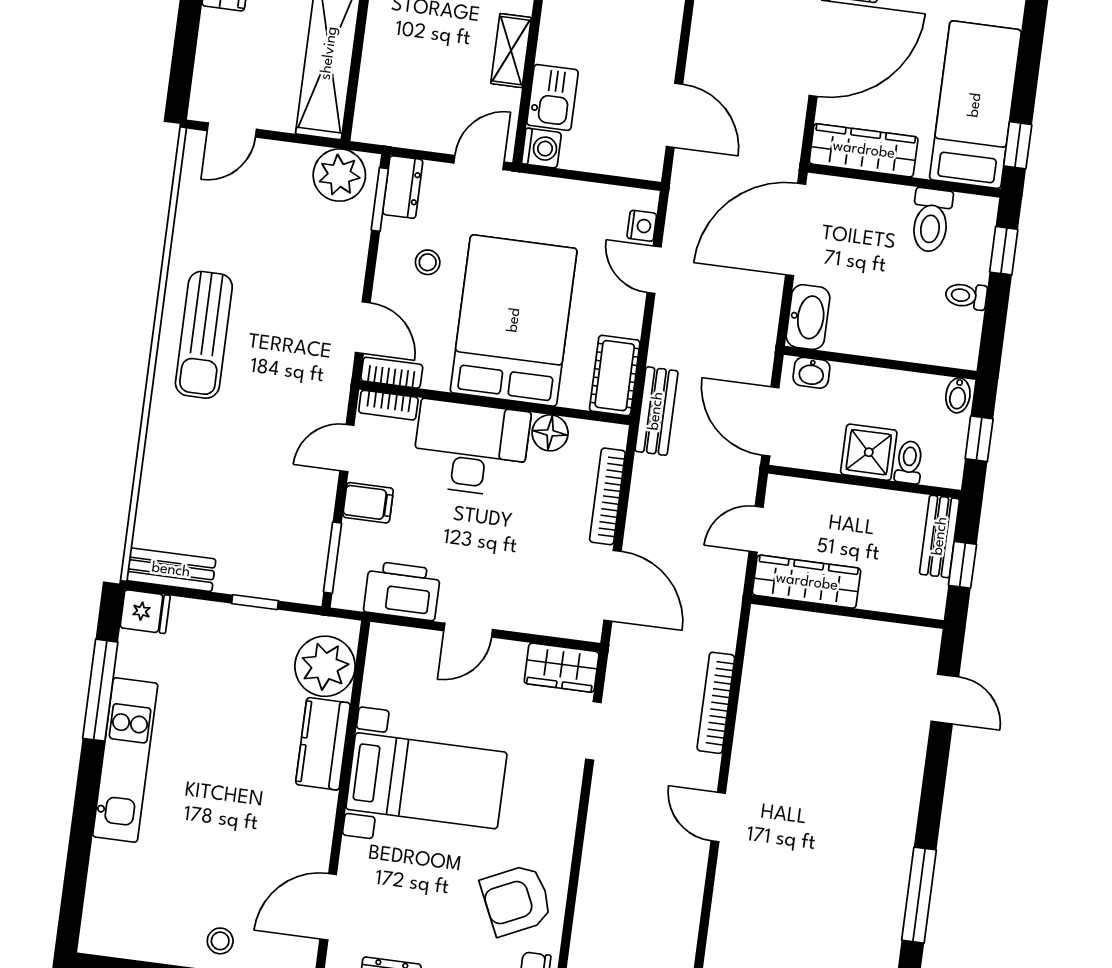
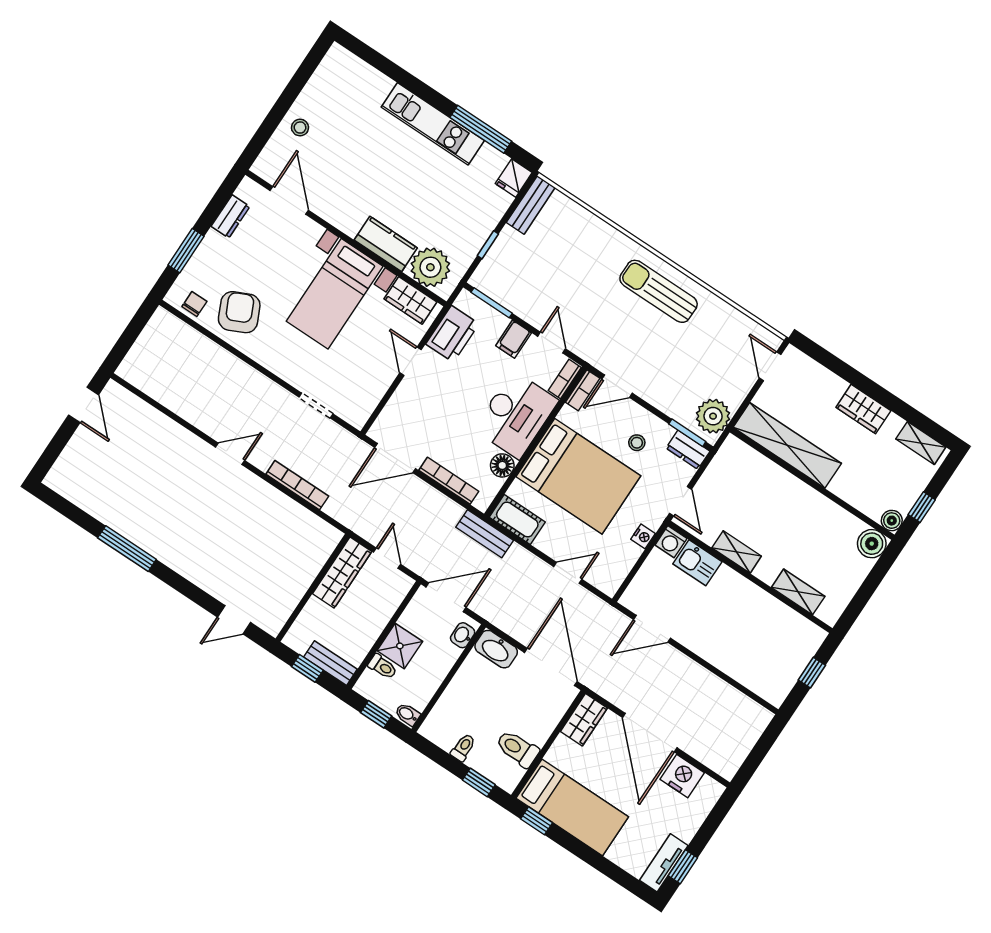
wardrobe: (864, 150) -> (584, 720), width x0.67
nightstand: (642, 226) -> (643, 536), moved, turned -90
wardrobe: (562, 668) -> (410, 300), moved, turned -90

